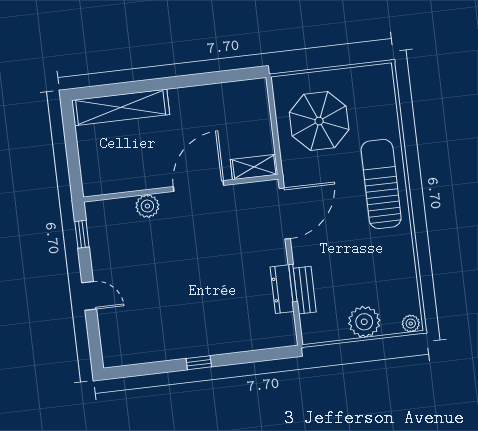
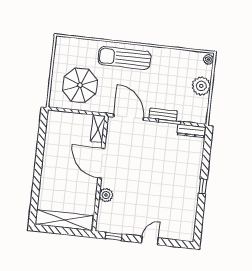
shelving: (121, 107) -> (64, 220), moved, turned 90
dresser: (282, 289) -> (191, 131), moved
bench: (305, 290) -> (163, 115), moved

